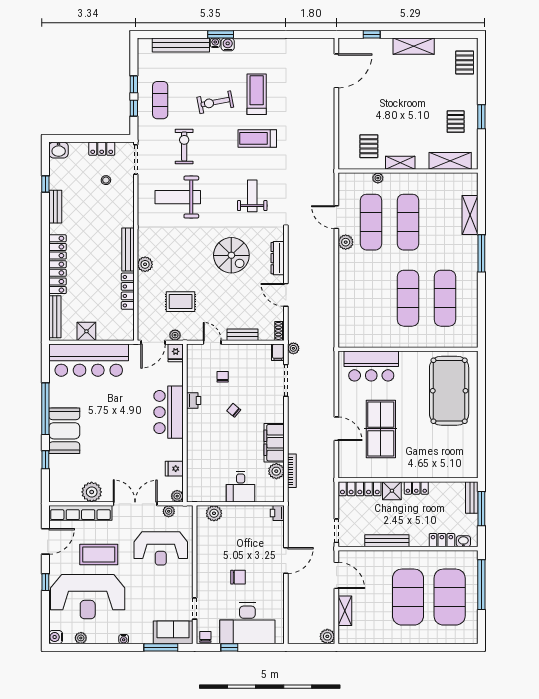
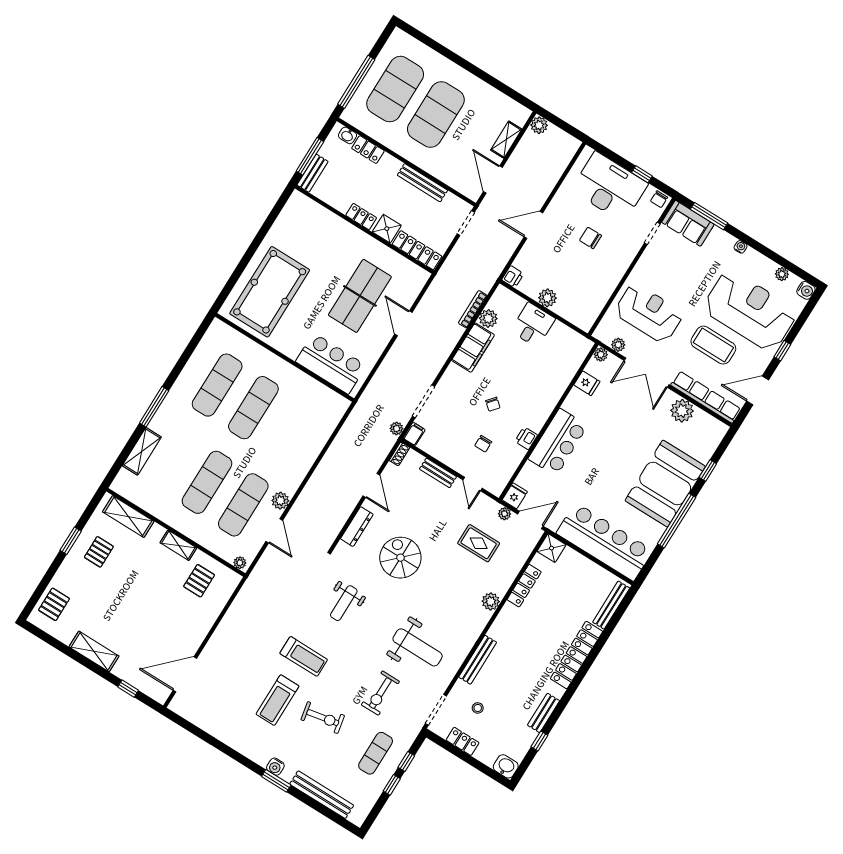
water cooler: (215, 43) -> (287, 776), removed
plant: (378, 178) -> (240, 563), moved
bench: (128, 250) -> (478, 660), moved
shower: (86, 331) -> (552, 548), moved
booth: (64, 431) -> (665, 484), width x1.36, depth x1.42
plant: (214, 513) -> (547, 298), moved

